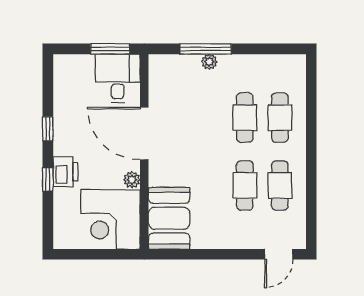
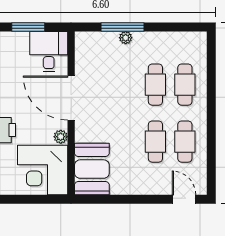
window: (110, 49) -> (28, 27), moved
door: (279, 254) -> (184, 199), swing flipped

